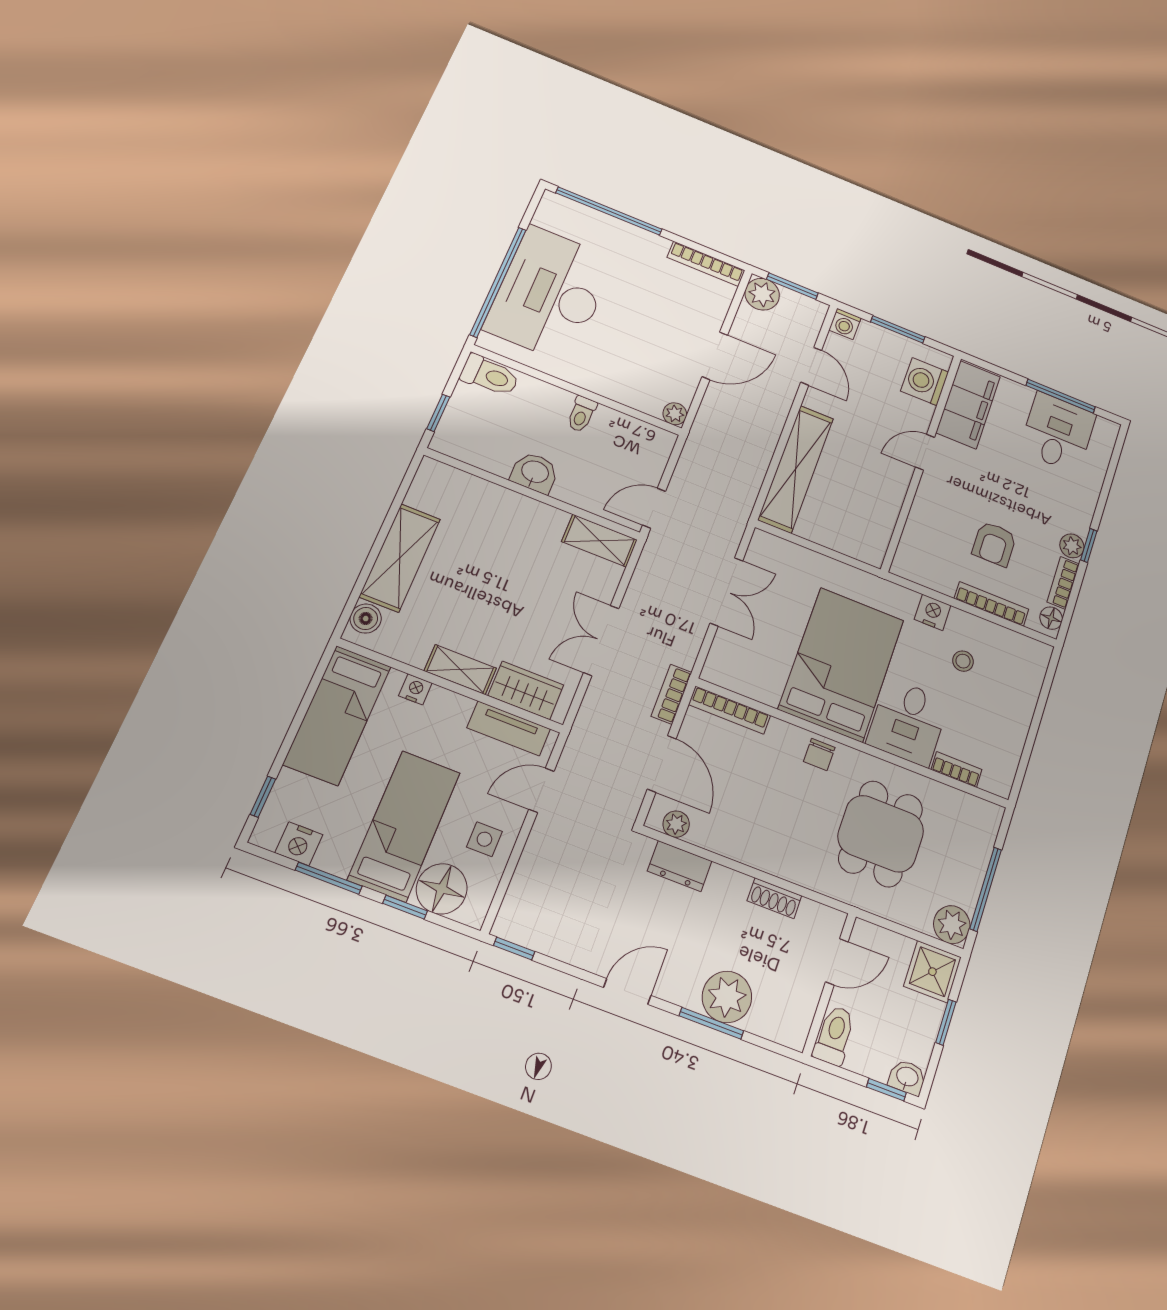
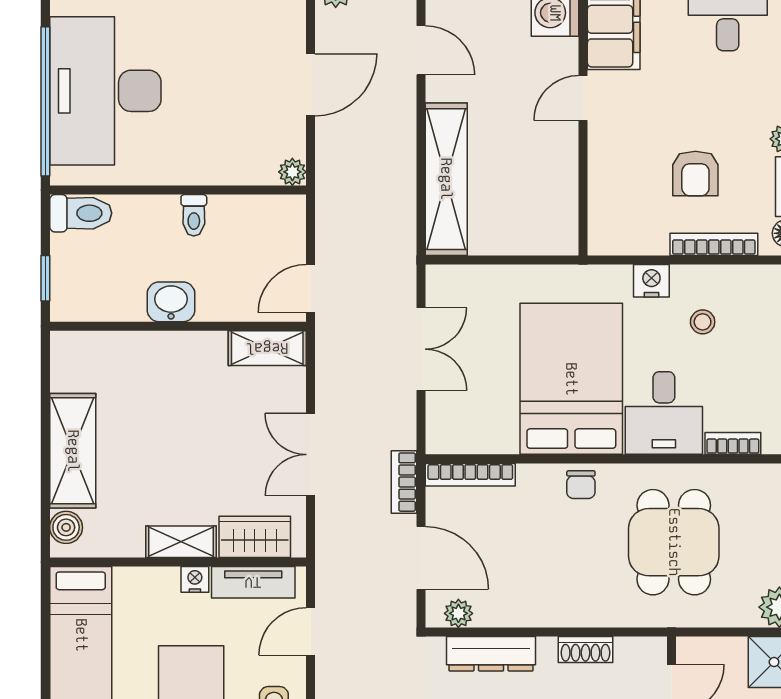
nightstand: (415, 689) -> (195, 579), moved
dresser: (680, 866) -> (491, 654), width x1.44

